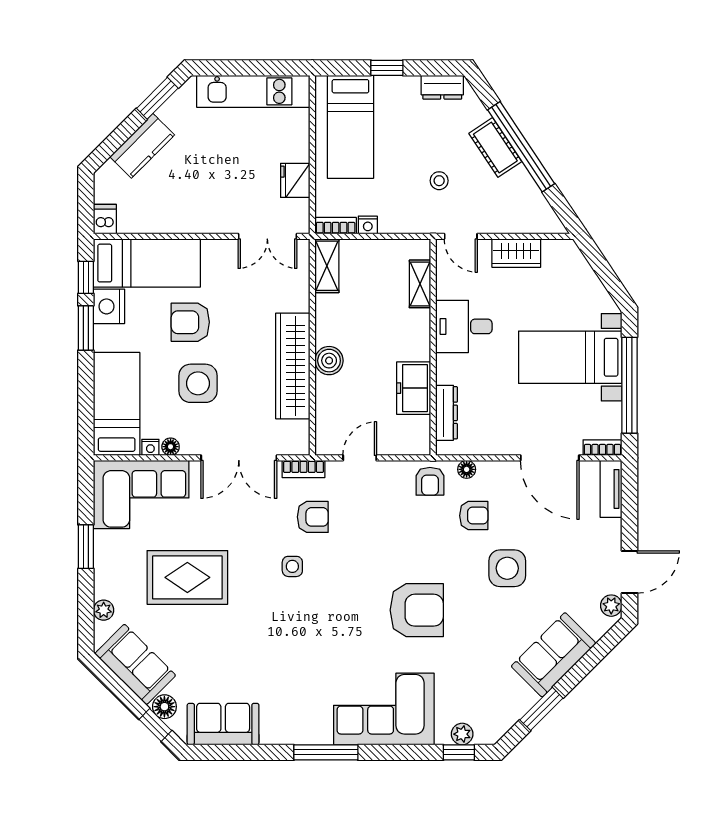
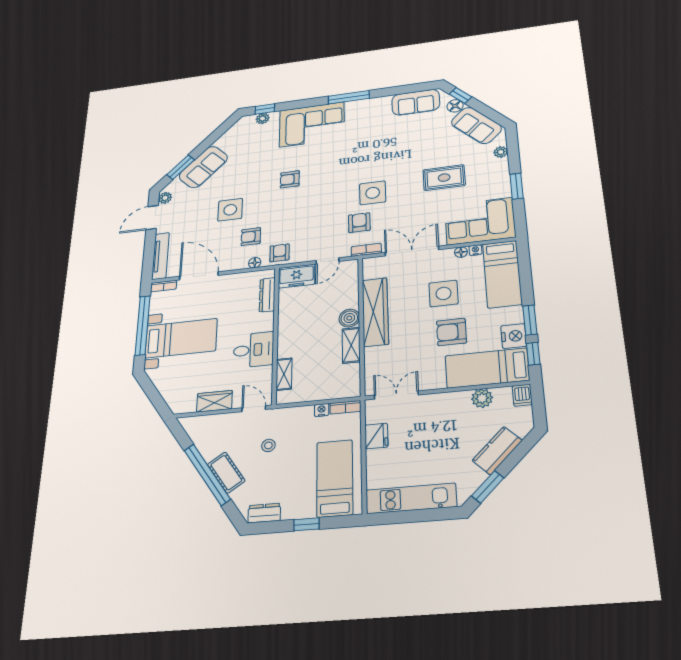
plant: (156, 220) -> (482, 398), added
shelving: (327, 266) -> (351, 345), moved
armchair: (190, 322) -> (451, 332), turned 180
freezer: (414, 388) -> (296, 276), moved, turned 90
tv unit: (611, 489) -> (160, 256), width x1.41
armchair: (313, 517) -> (359, 223), turned 90
side table: (292, 566) -> (373, 193), width x1.87, depth x1.87
rug: (187, 577) -> (444, 178), width x0.73, depth x0.70
armchair: (417, 610) -> (290, 179), width x0.53, depth x0.53
window: (541, 709) -> (181, 167), moved

